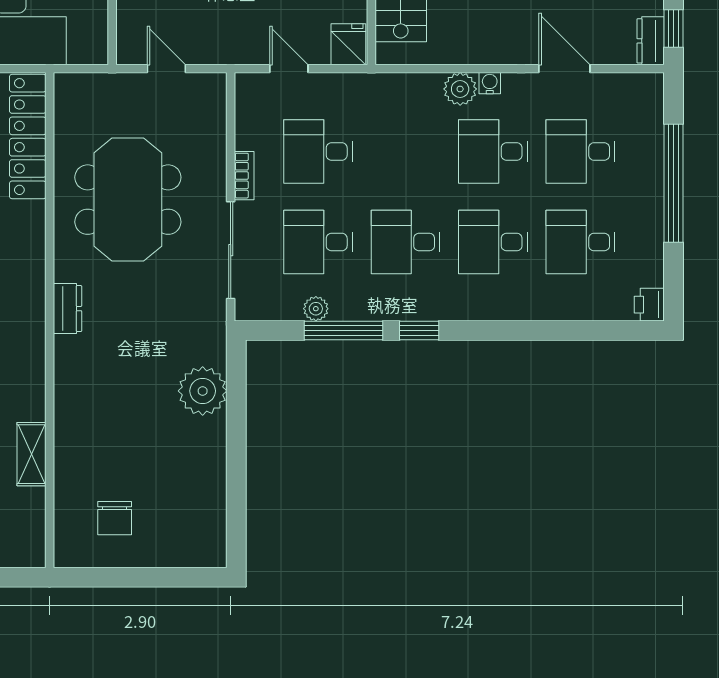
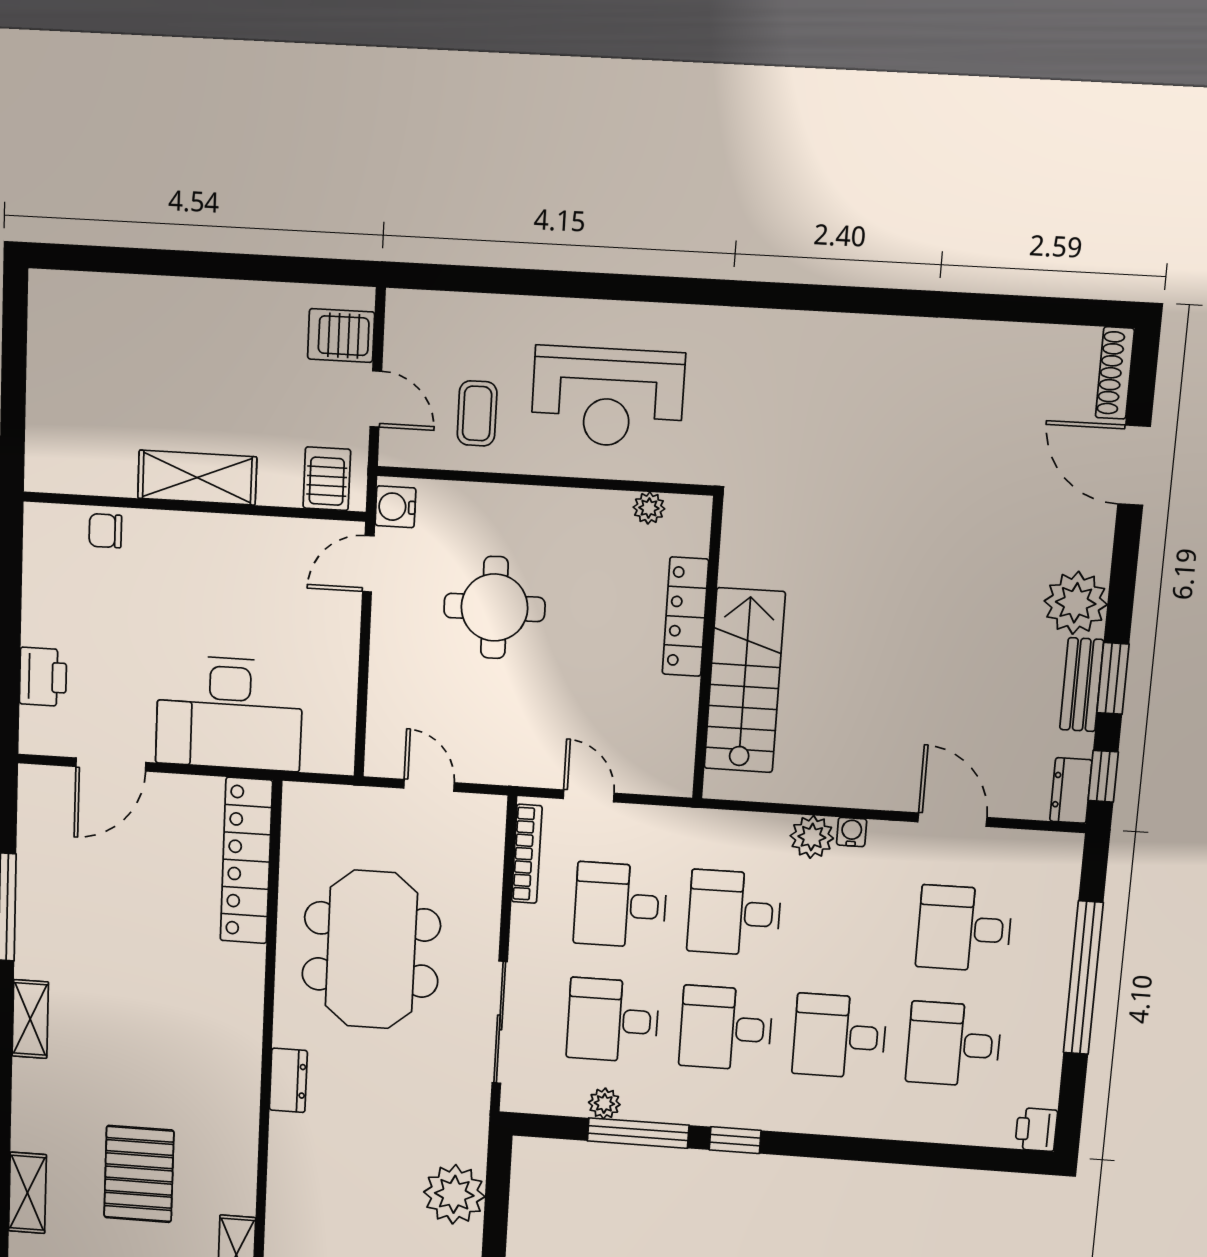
fridge: (348, 44) -> (669, 769), removed
desk: (493, 152) -> (734, 913), moved
bookcase: (244, 176) -> (527, 854), moved, width x1.56

